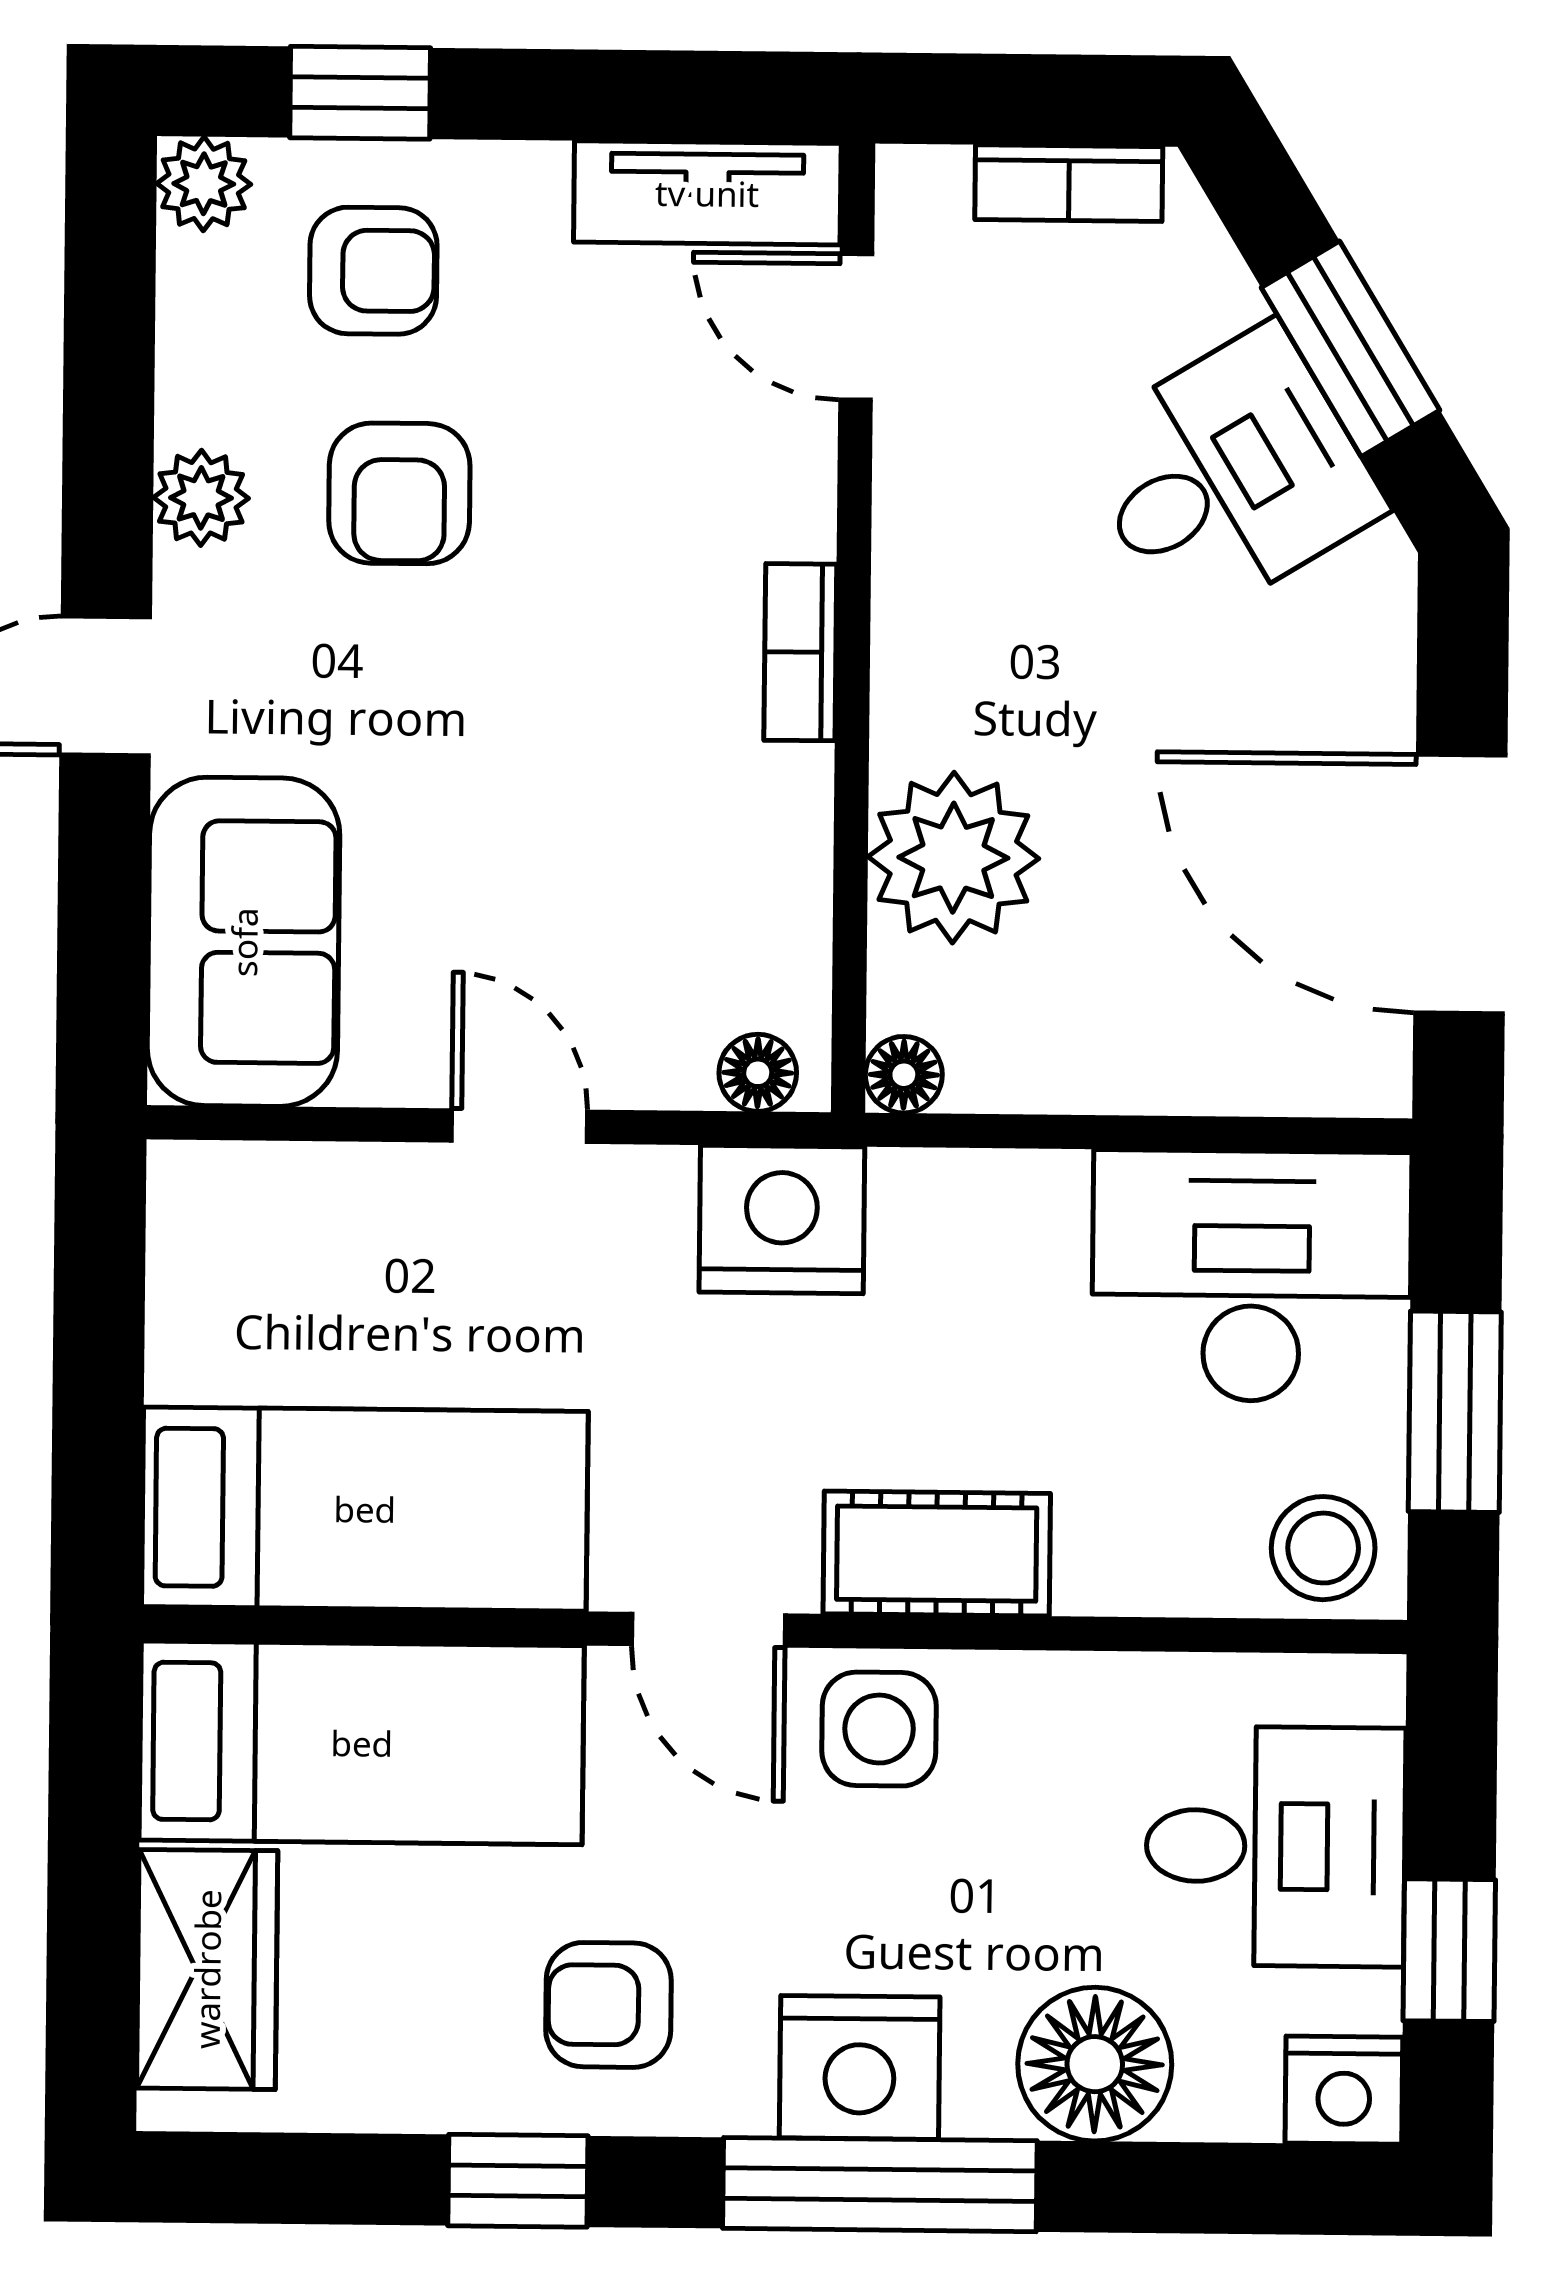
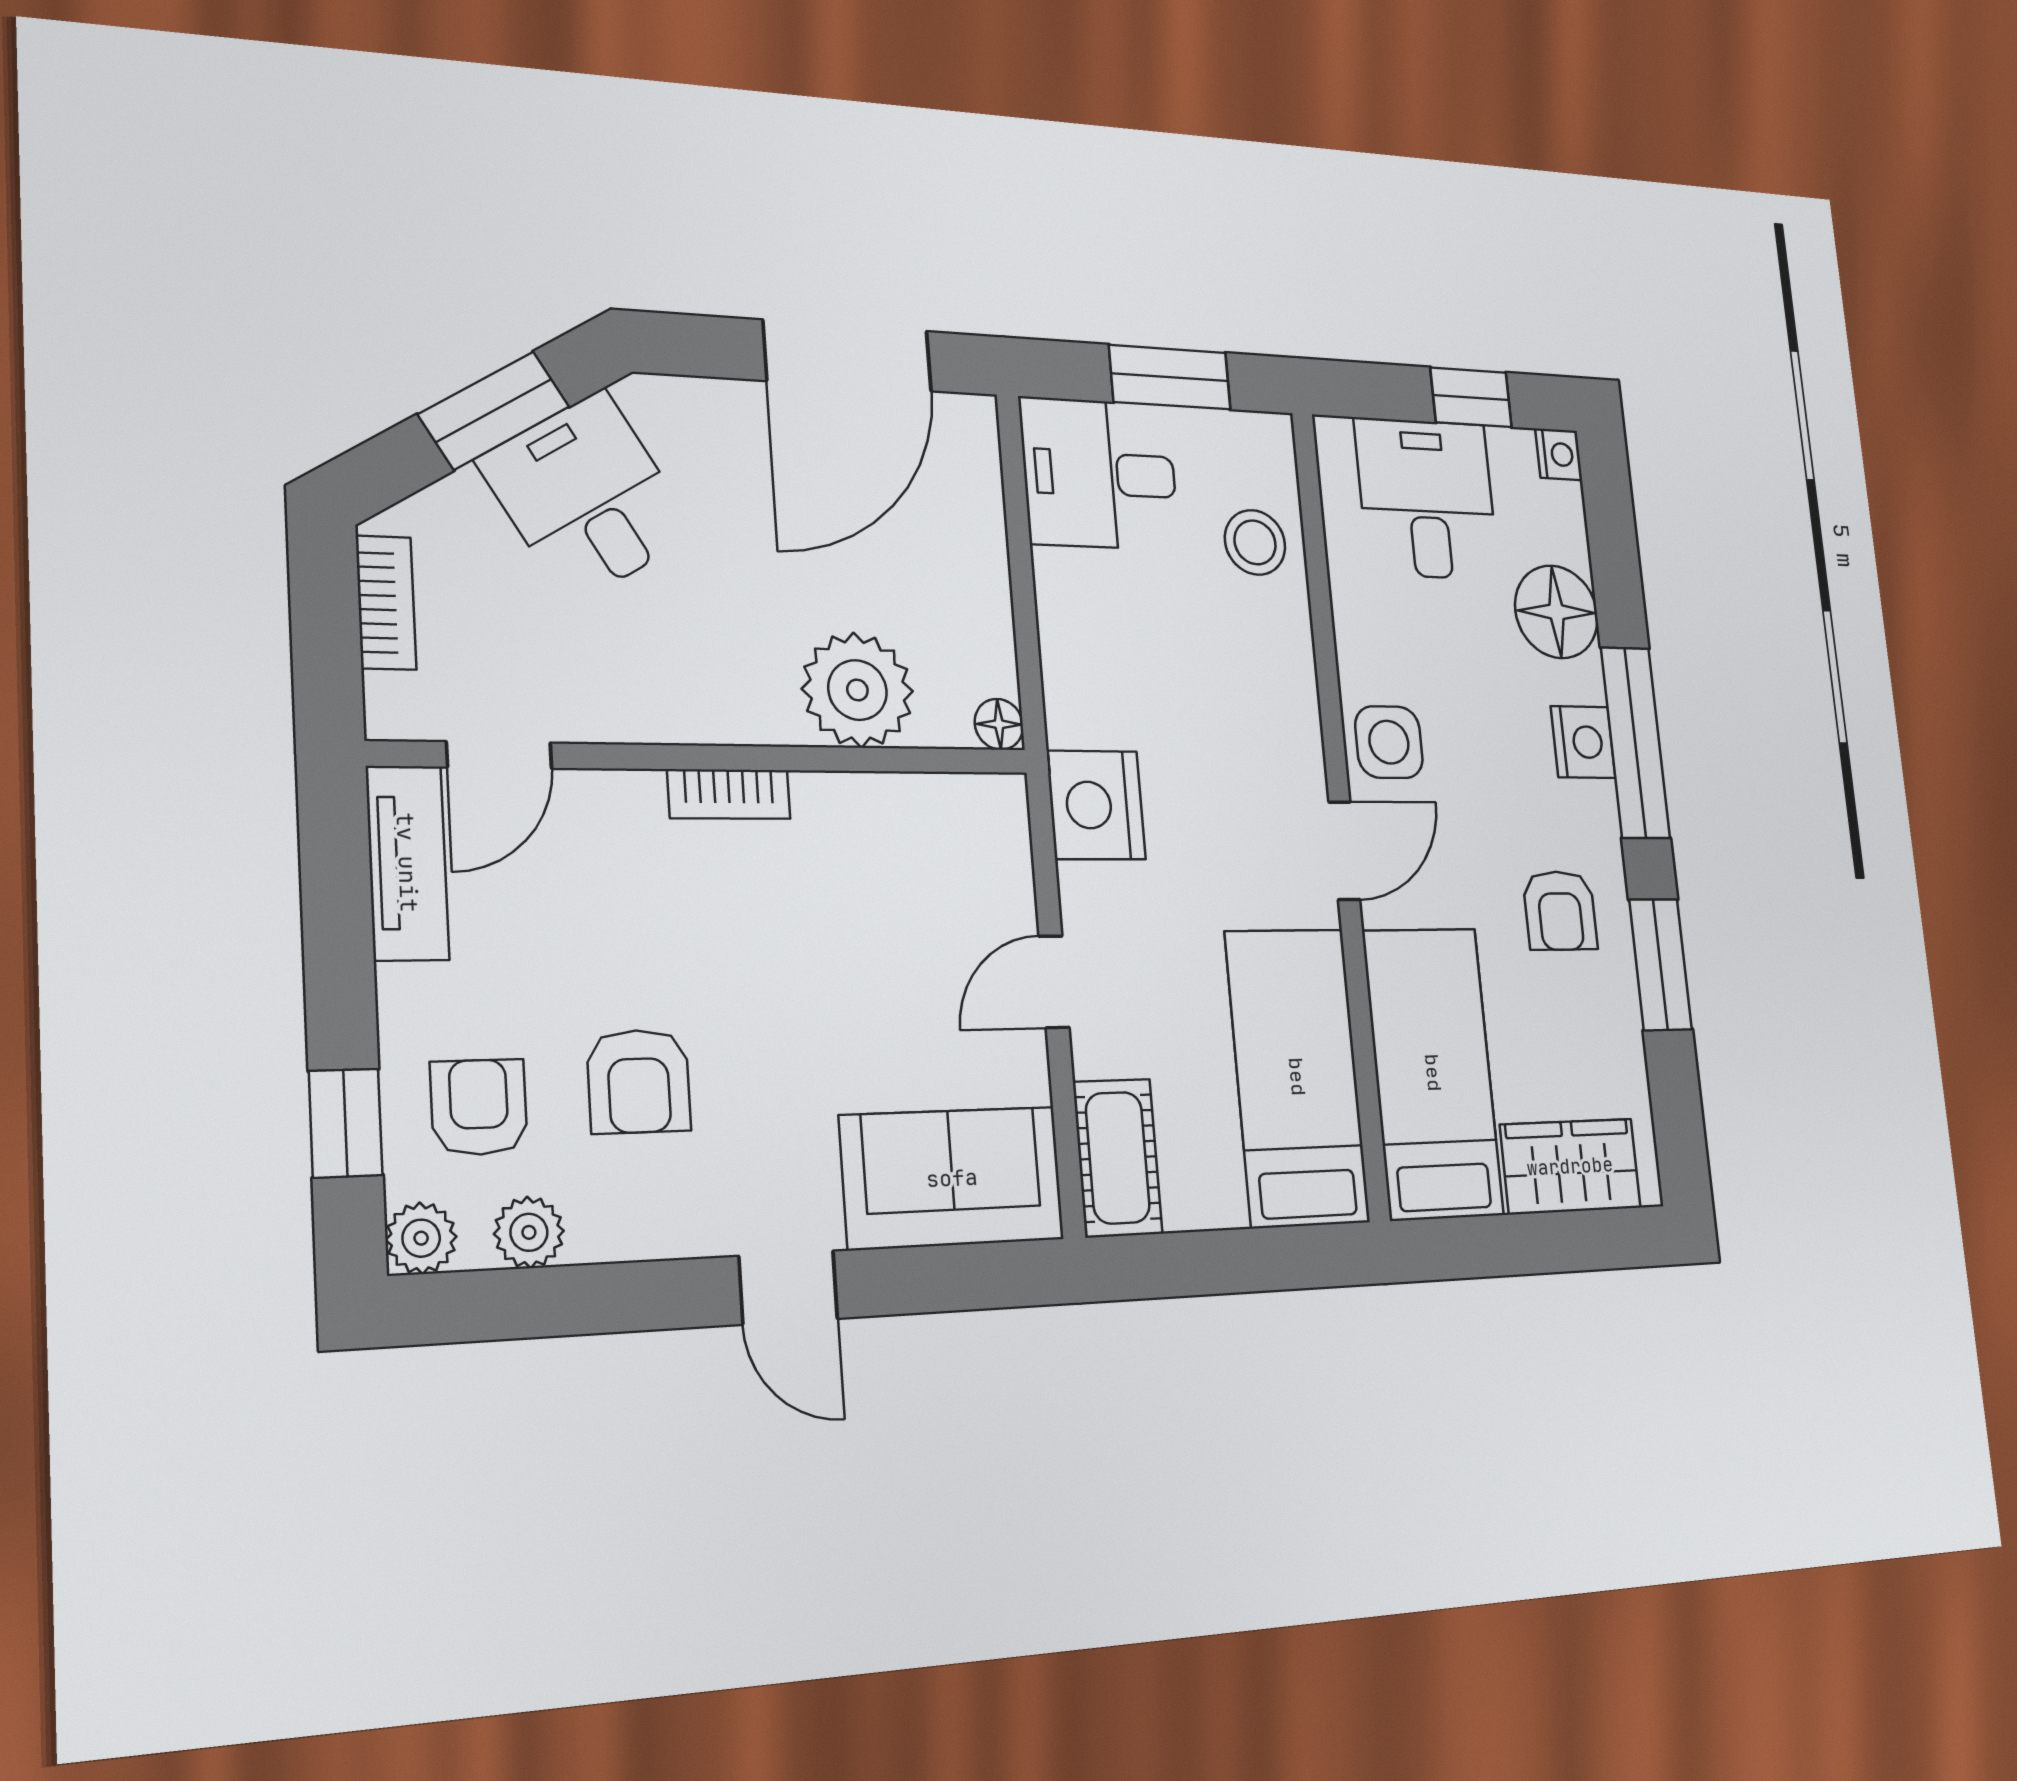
armchair: (399, 493) -> (639, 1081), turned 90
plant: (201, 498) -> (529, 1232), moved
floor lamp: (758, 1073) -> (1006, 822), removed
desk: (1252, 1276) -> (1100, 474), width x0.73
stool: (1323, 1548) -> (1255, 542), moved
cot: (937, 1554) -> (1118, 1158), moved
nightstand: (860, 2067) -> (1583, 742), width x0.74, depth x0.75
nightstand: (1344, 2090) -> (1559, 454), width x0.72, depth x0.74
window: (518, 2181) -> (1660, 965), width x1.50

